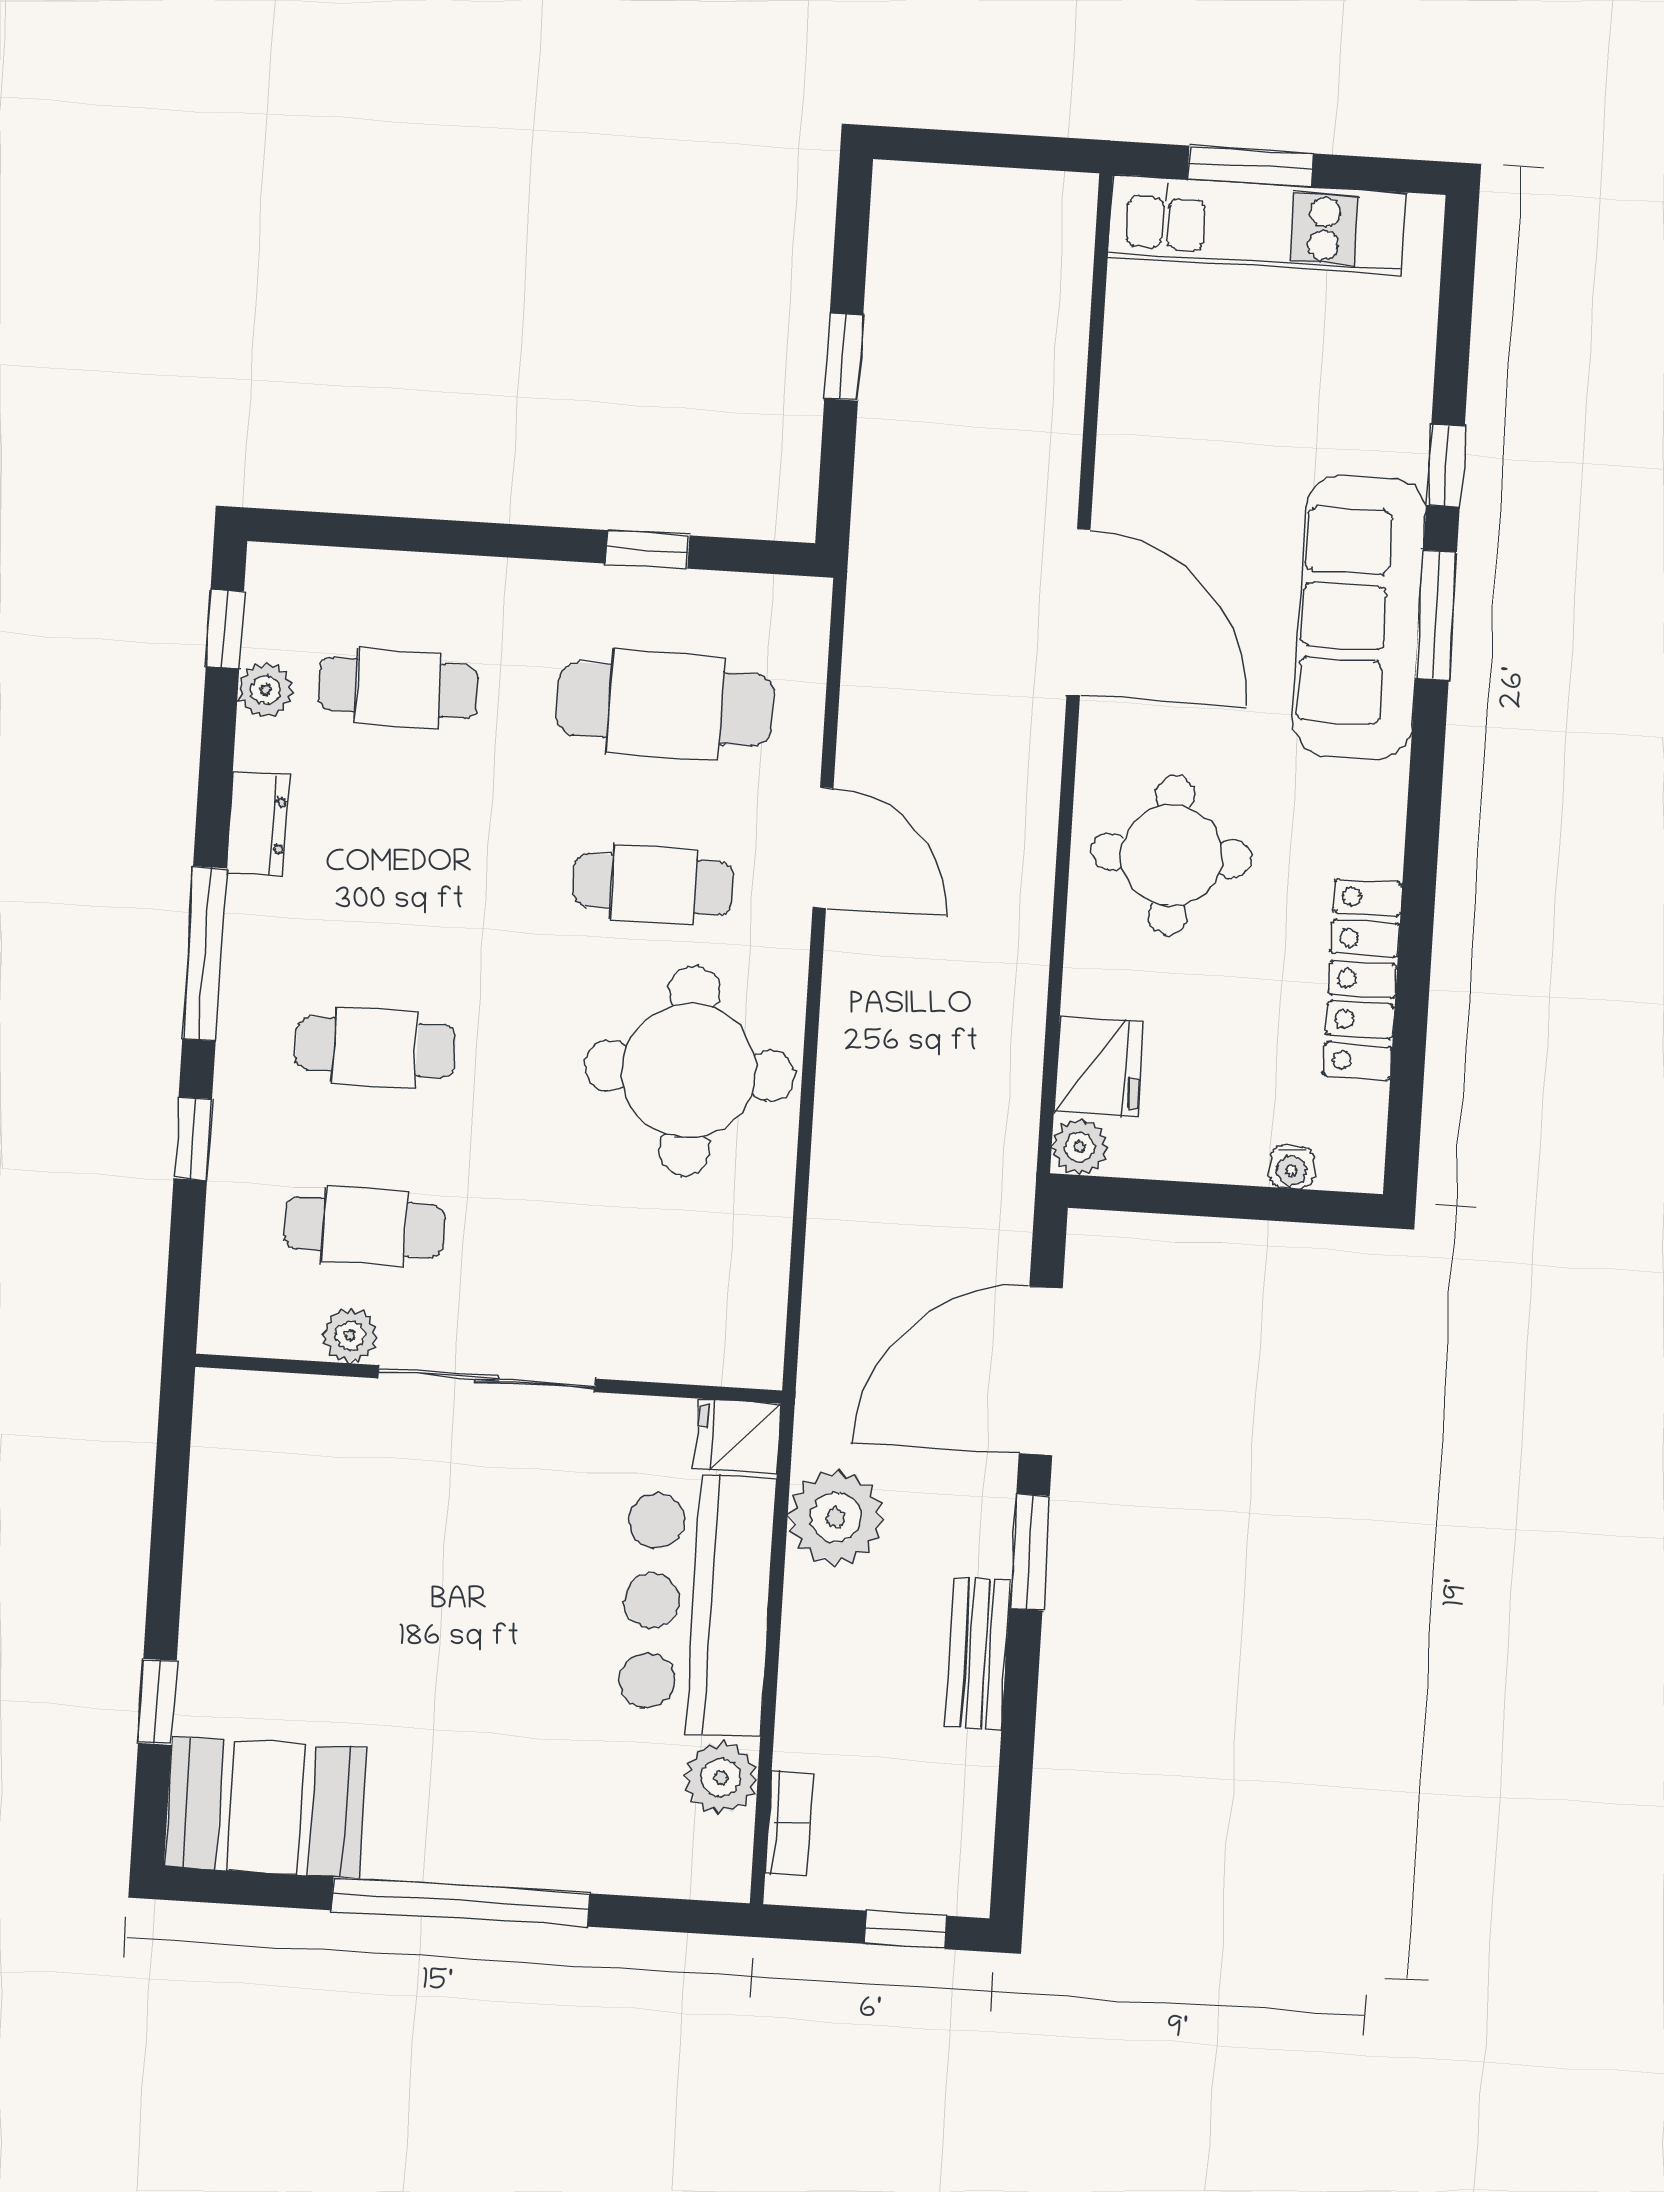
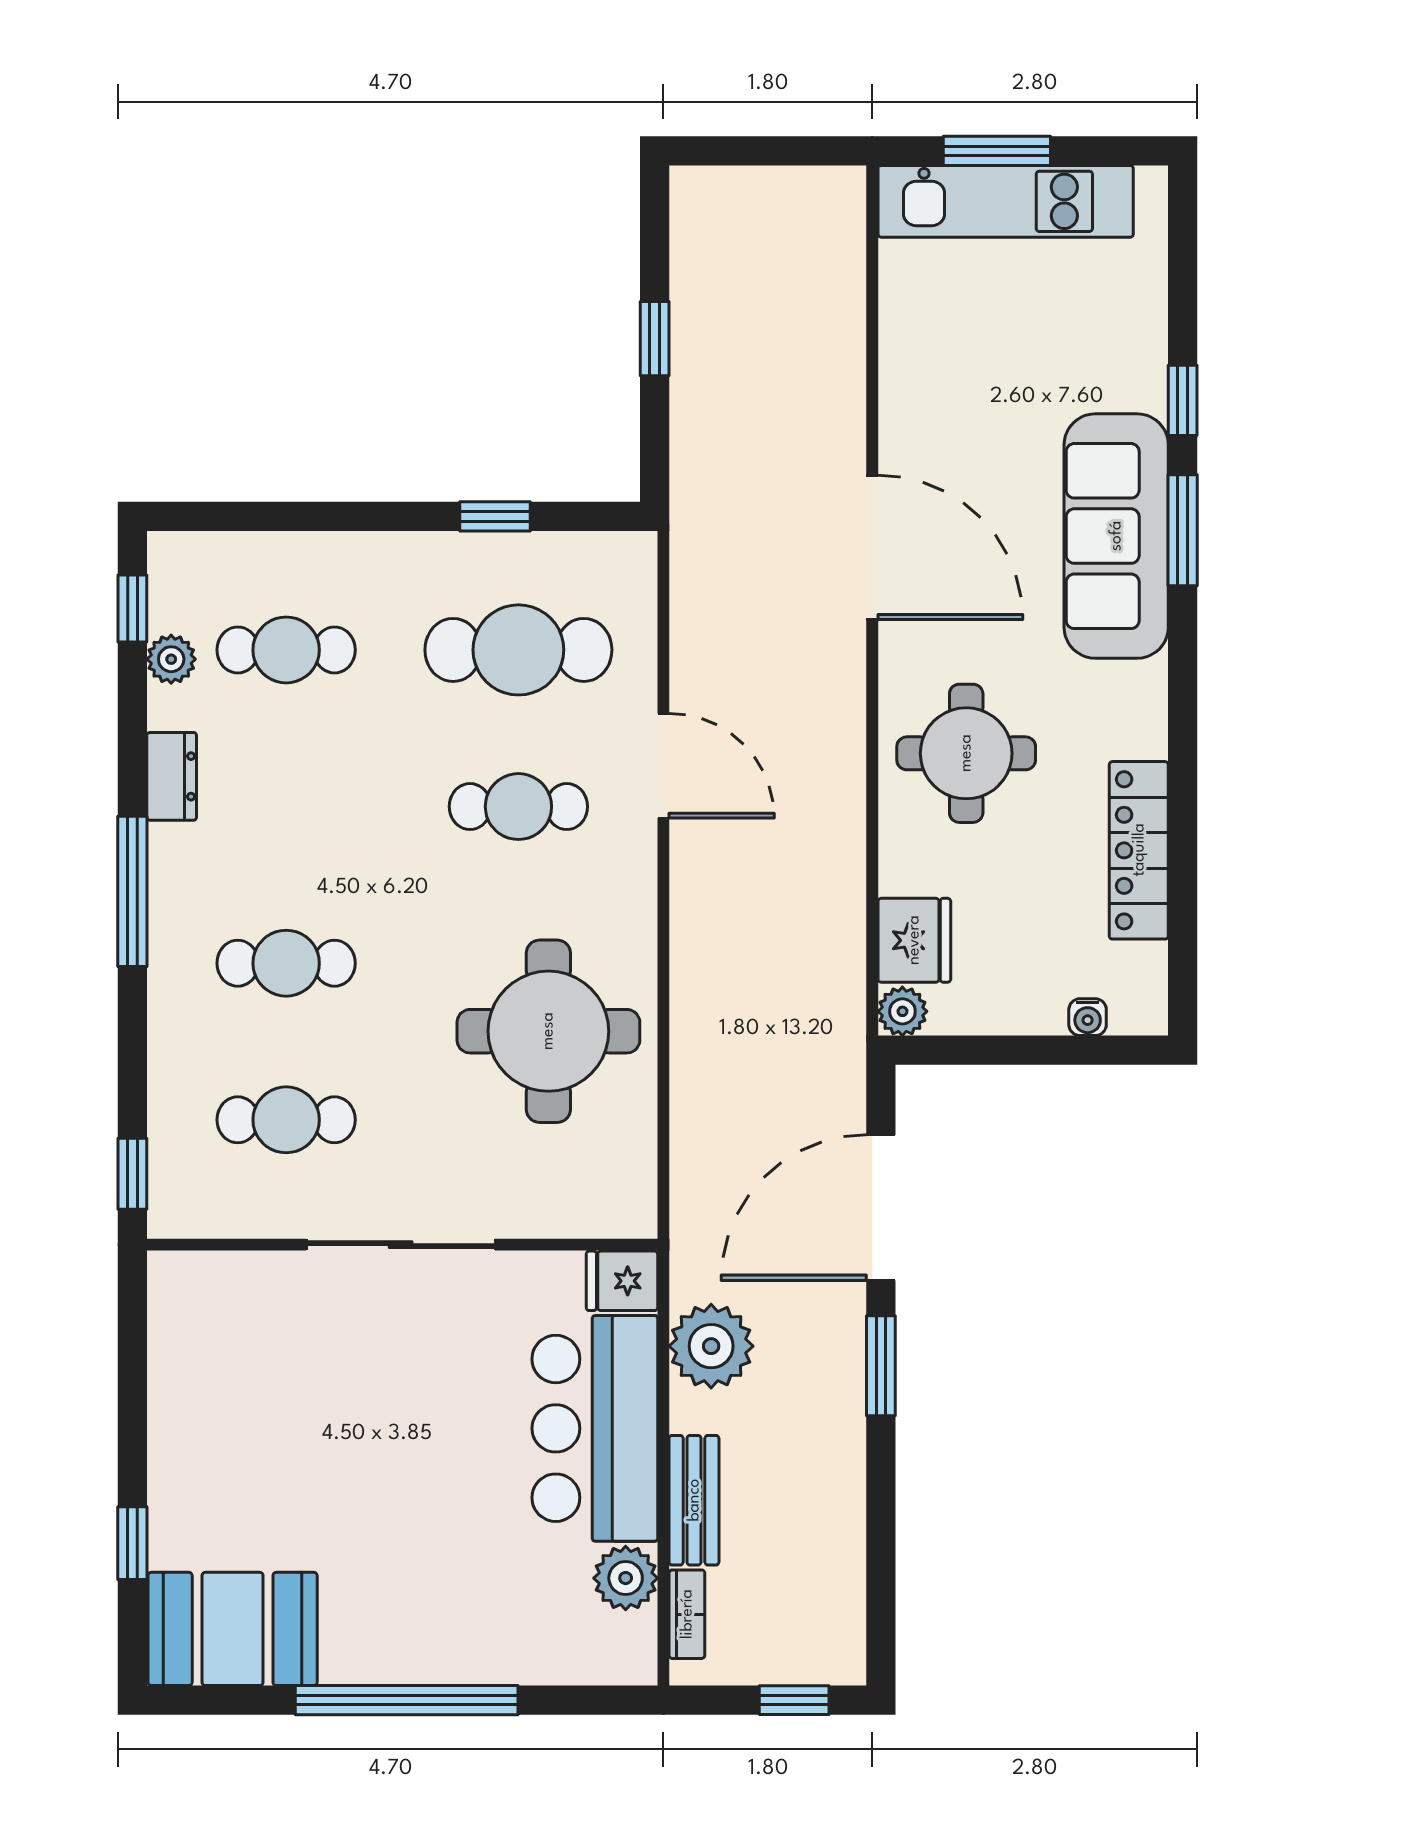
round table: (689, 1071) -> (548, 1031), moved
window: (193, 1139) -> (132, 1174), moved
plant: (350, 1336) -> (280, 1215), removed
bench: (978, 1654) -> (694, 1500), moved

